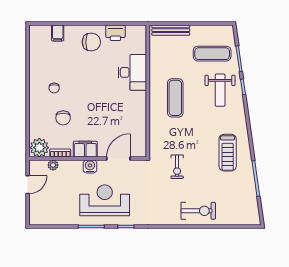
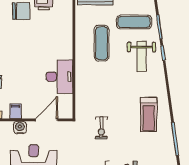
desk: (132, 72) -> (60, 77), moved
exercise mat: (175, 98) -> (102, 43), moved
filing cabinet: (85, 149) -> (15, 111), width x0.50

